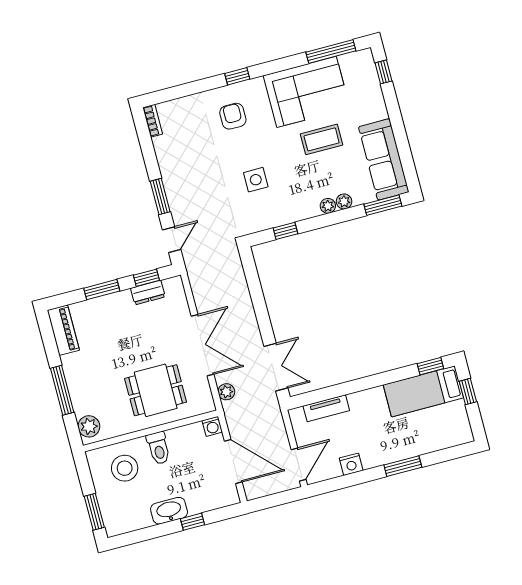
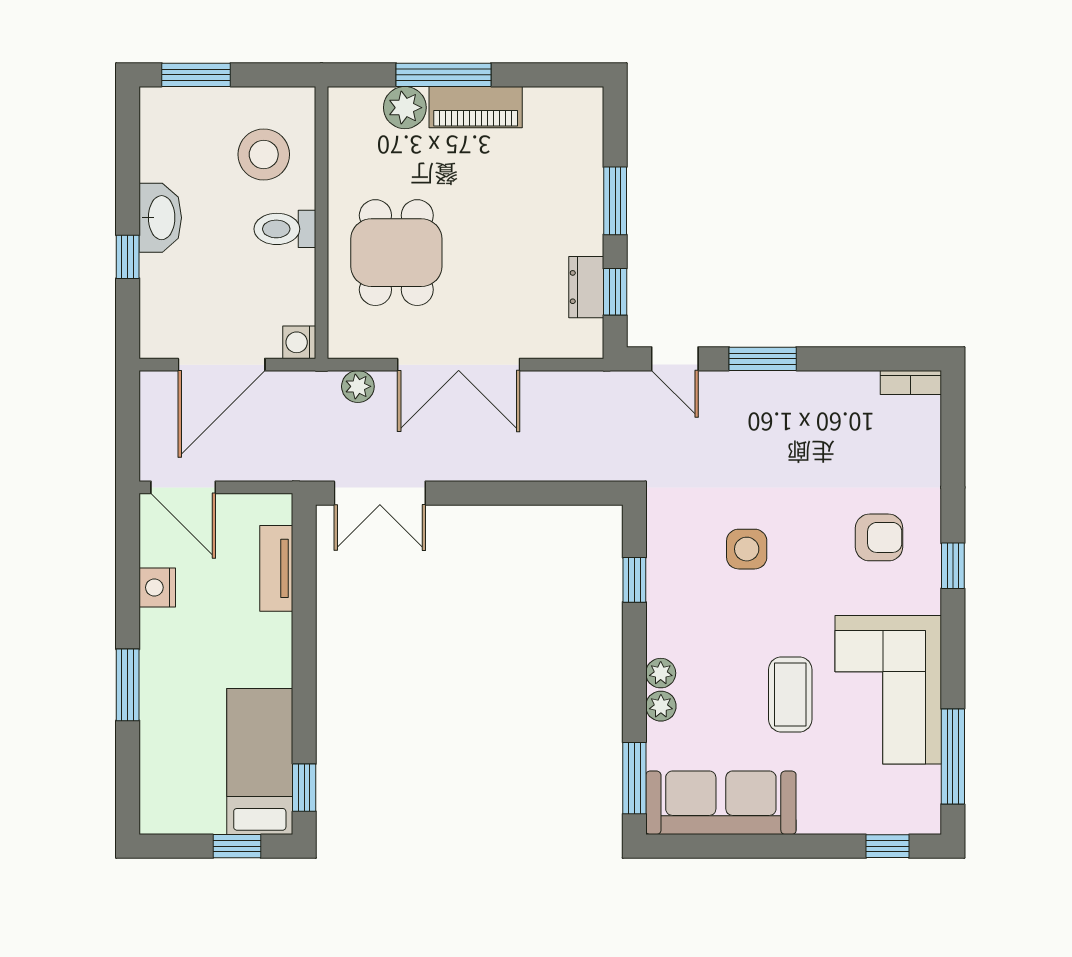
piano: (63, 330) -> (476, 107), moved
plant: (89, 426) -> (405, 108), moved

